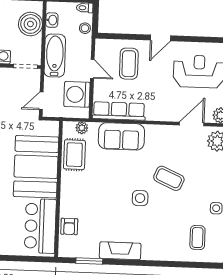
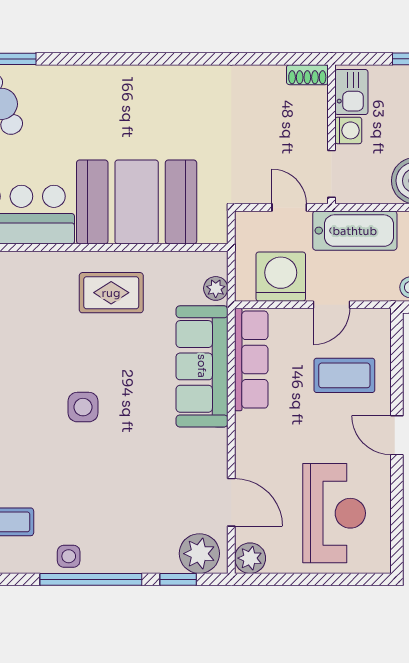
door: (41, 101) -> (289, 207), moved
sofa: (121, 136) -> (202, 366), width x1.36
rug: (74, 155) -> (111, 293), moved
coffee table: (169, 178) -> (124, 462), removed
armchair: (69, 226) -> (23, 271), removed

